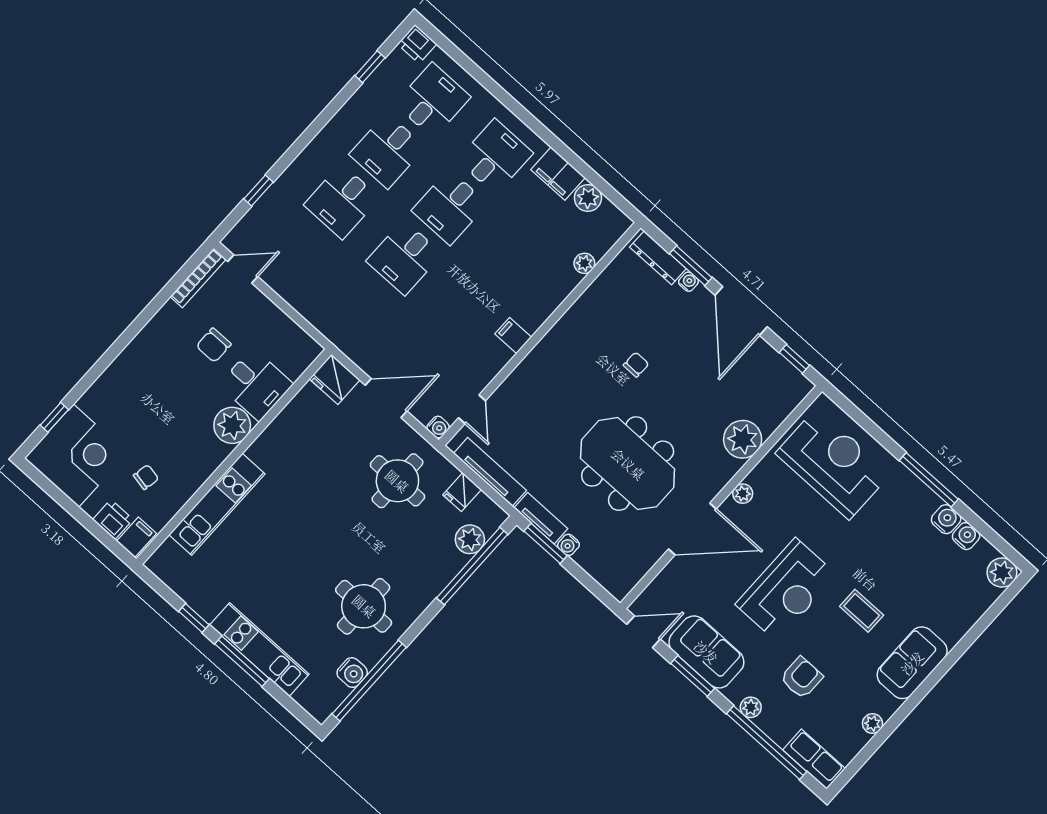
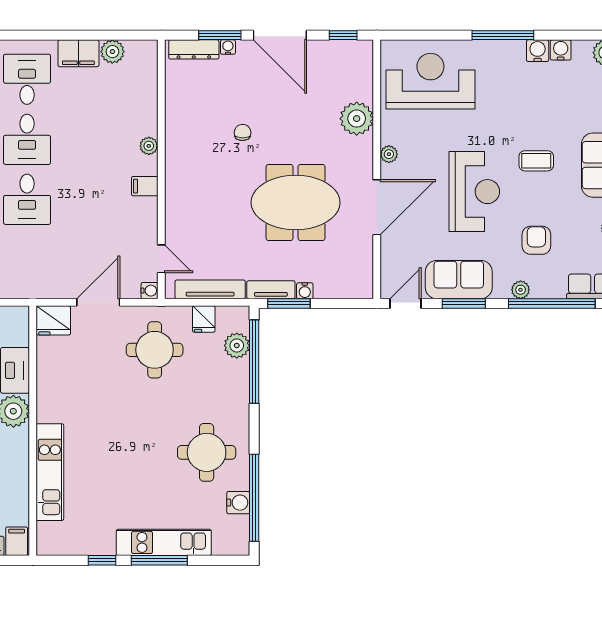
plant: (584, 263) -> (149, 146), moved

